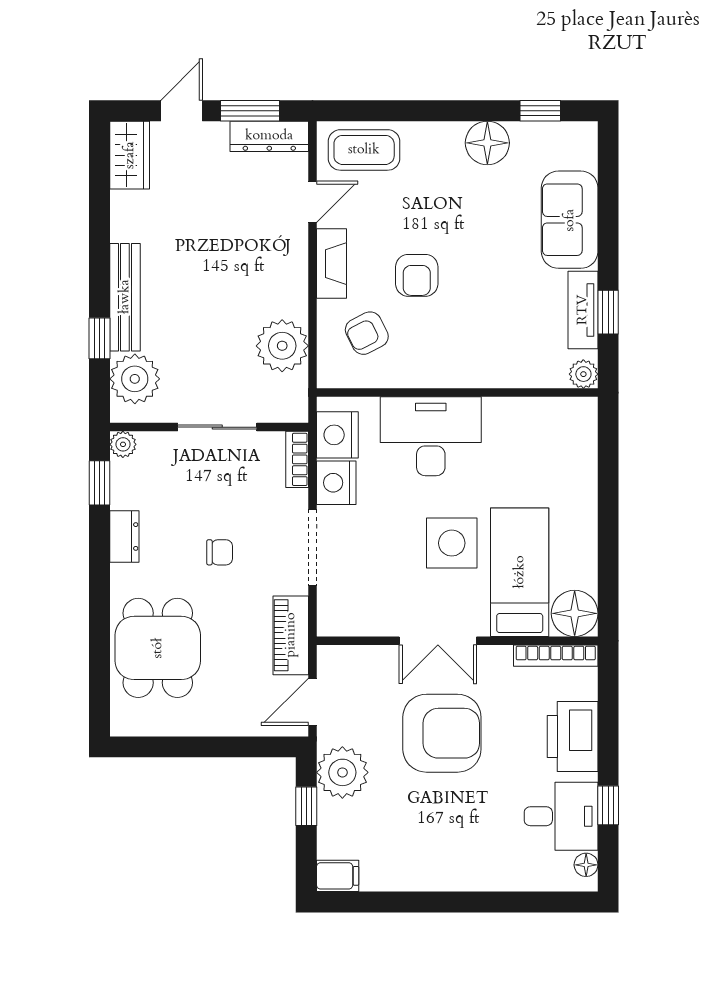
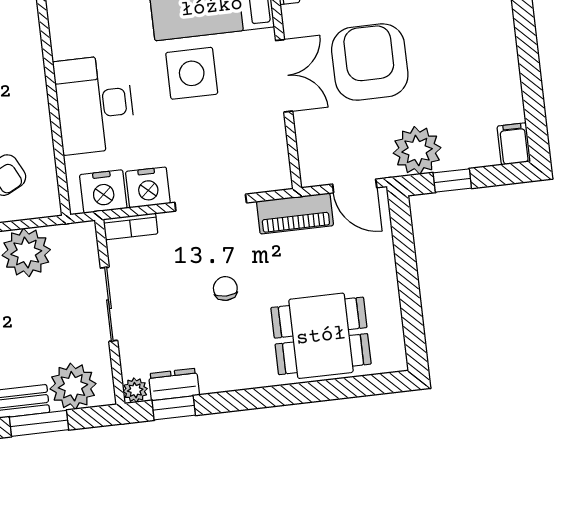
window: (100, 338) -> (39, 423), width x1.50
dresser: (124, 536) -> (174, 384), moved

